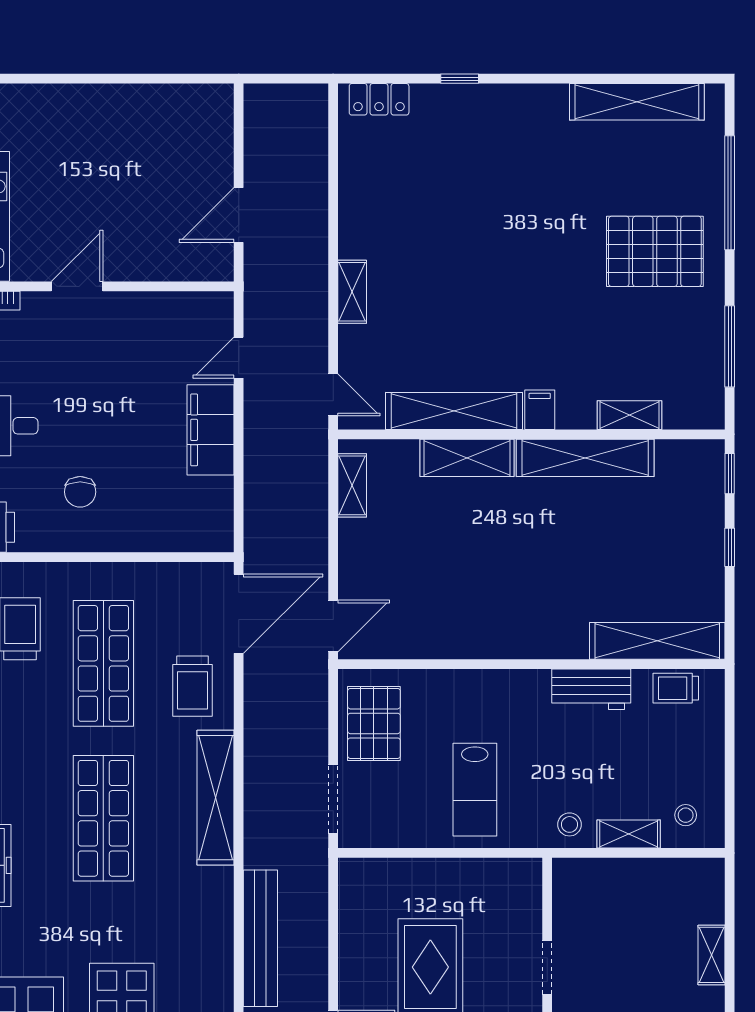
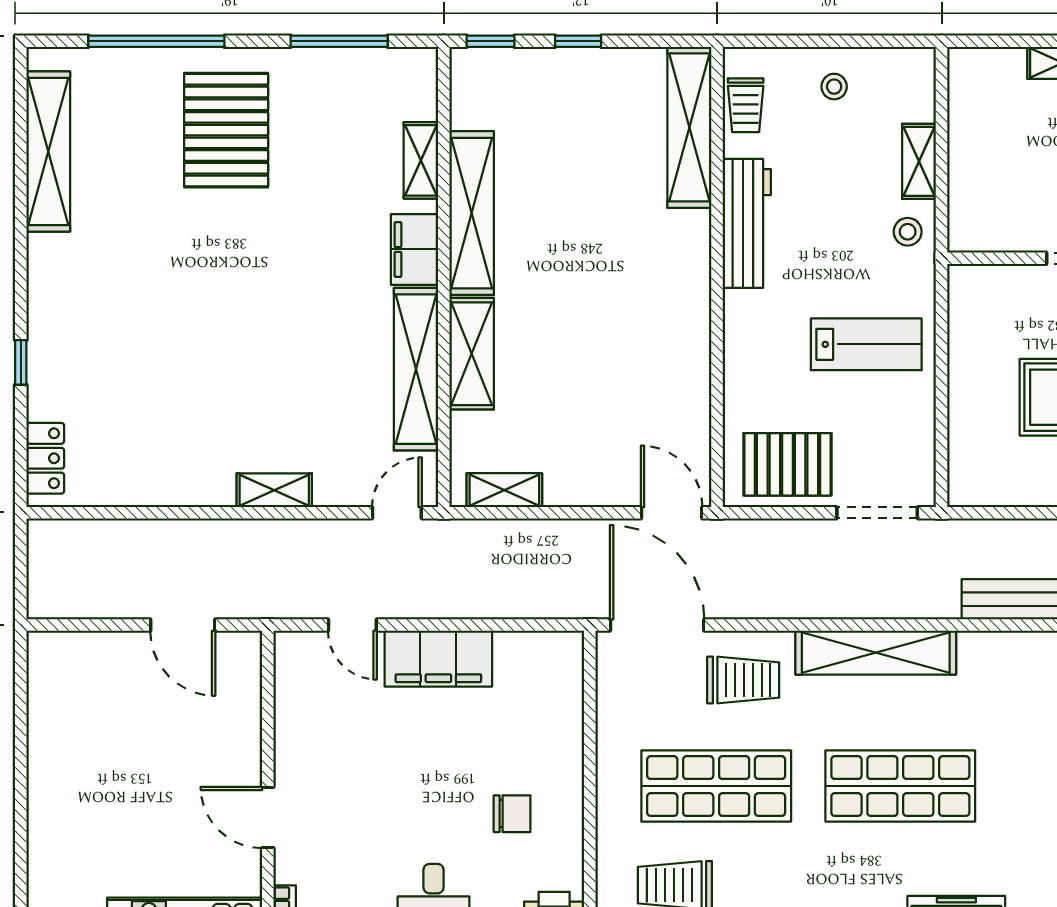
filing cabinet: (540, 410) -> (415, 249), width x2.00
workbench: (591, 689) -> (747, 223), width x1.37
stool: (686, 815) -> (834, 87), moved

